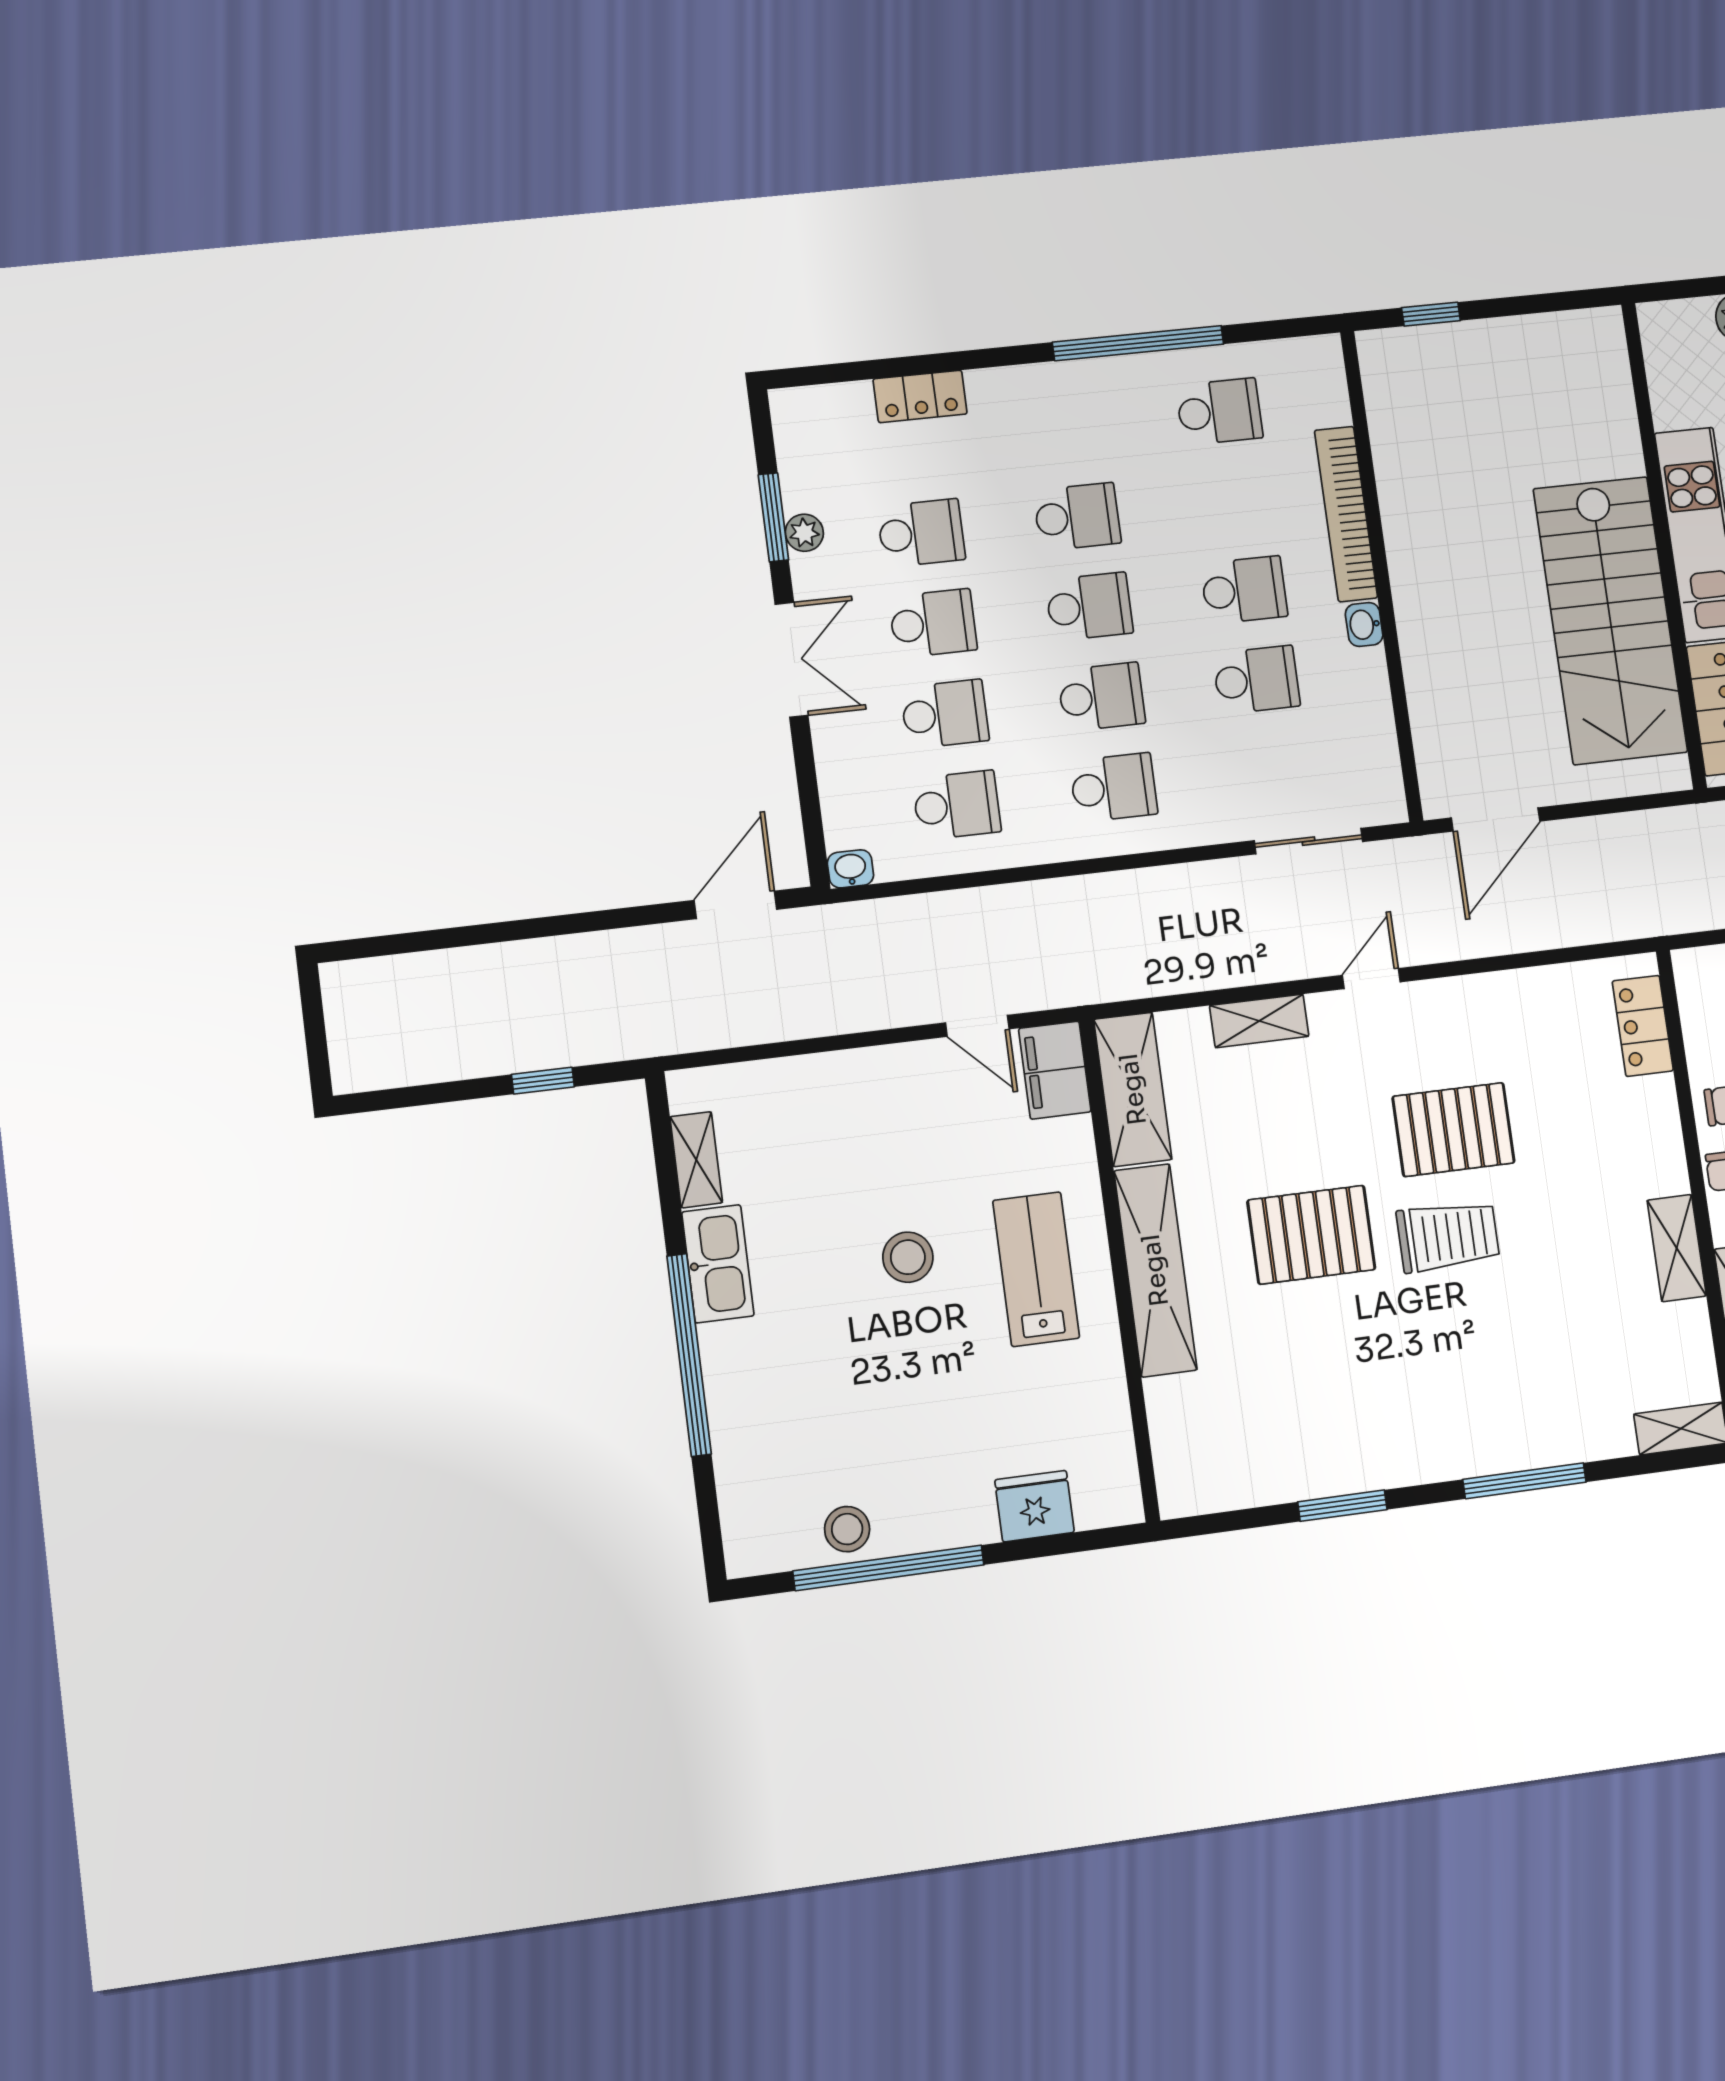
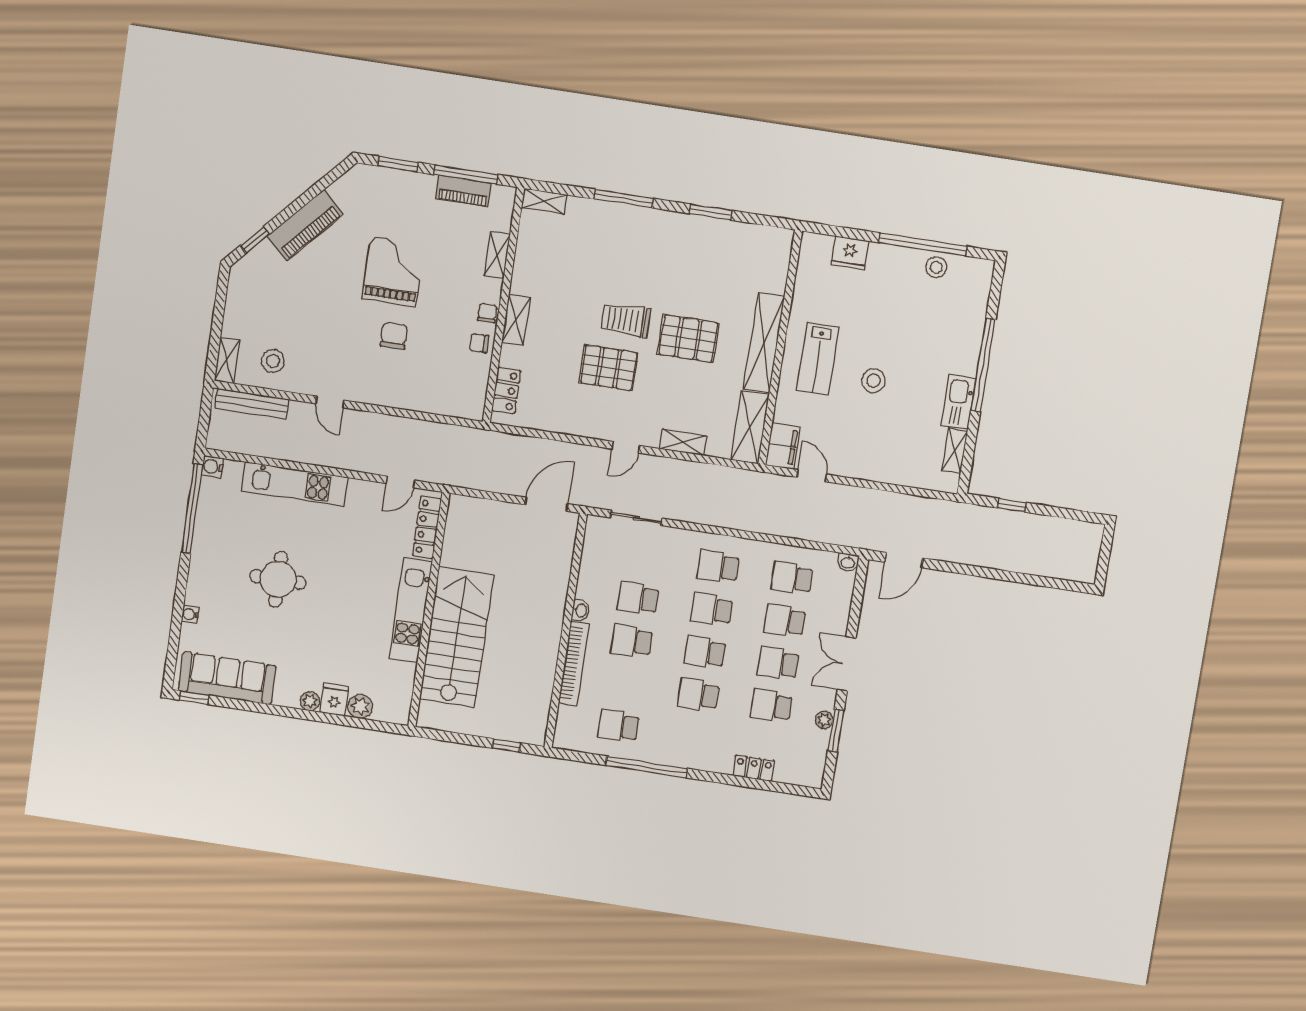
stairs: (1610, 620) -> (457, 637), moved
shelving: (1677, 1248) -> (516, 320), moved

